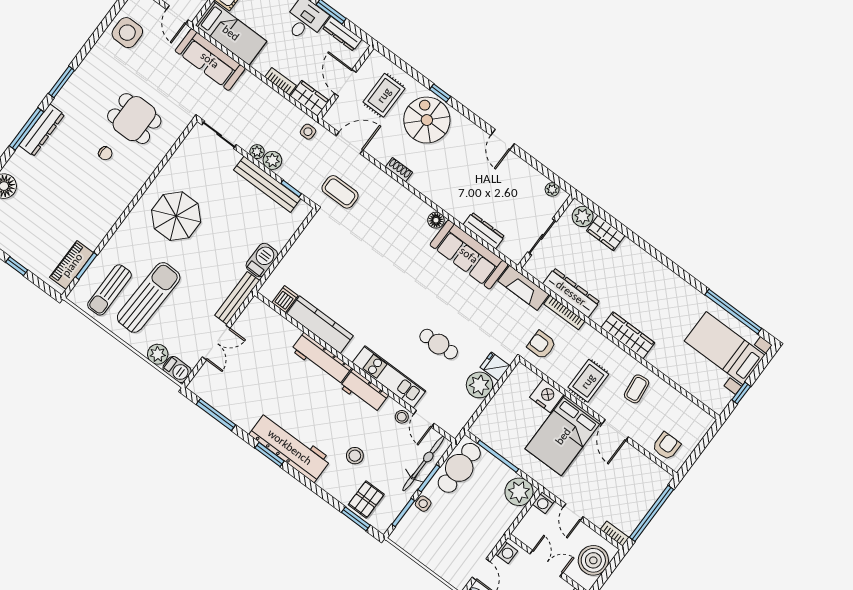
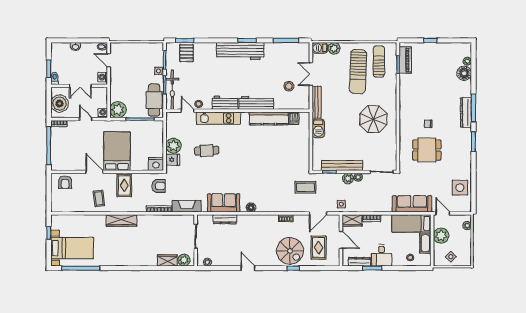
sofa: (469, 255) -> (224, 203), width x0.73
dresser: (571, 293) -> (163, 220), removed
nightstand: (547, 396) -> (156, 164), moved
stool: (355, 456) -> (289, 86), moved

